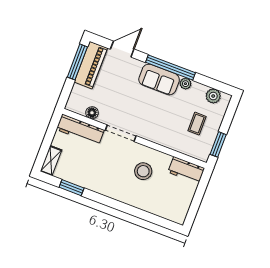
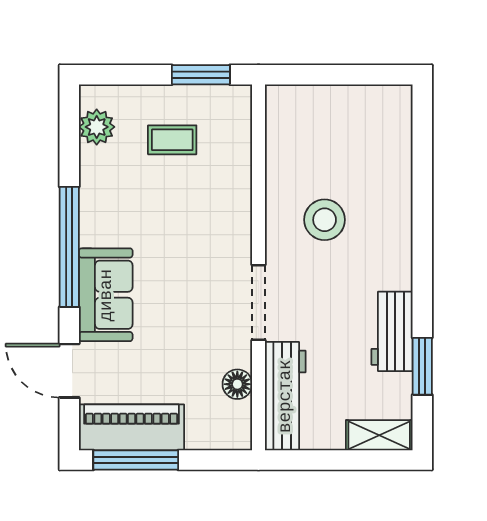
sofa: (159, 79) -> (106, 295), moved
plant: (185, 84) -> (93, 200), removed
workbench: (186, 170) -> (392, 331), moved, turned 180

